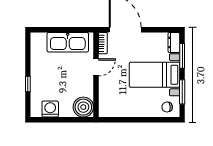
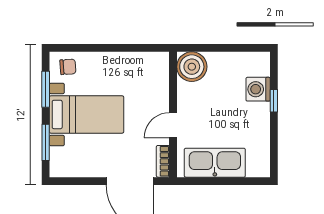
dresser: (174, 42) -> (58, 162), removed
washing machine: (50, 109) -> (258, 89), moved, turned 90

